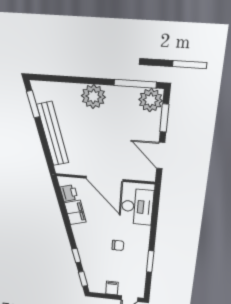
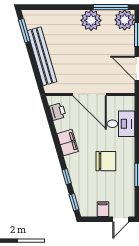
plant: (93, 96) -> (91, 20), moved
desk: (137, 207) -> (121, 124), width x0.73
filing cabinet: (75, 212) -> (68, 143), moved
chair: (118, 245) -> (106, 161), width x1.87, depth x1.87

